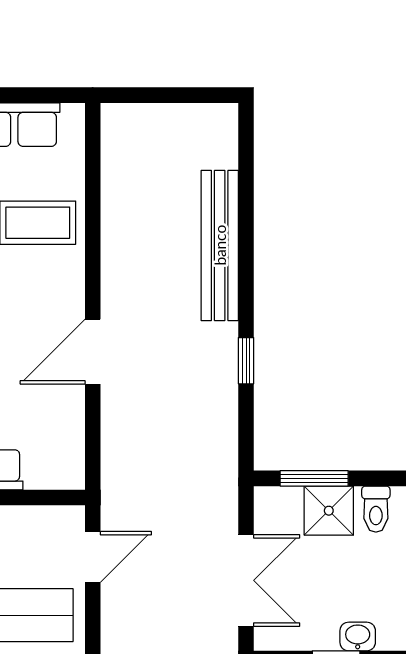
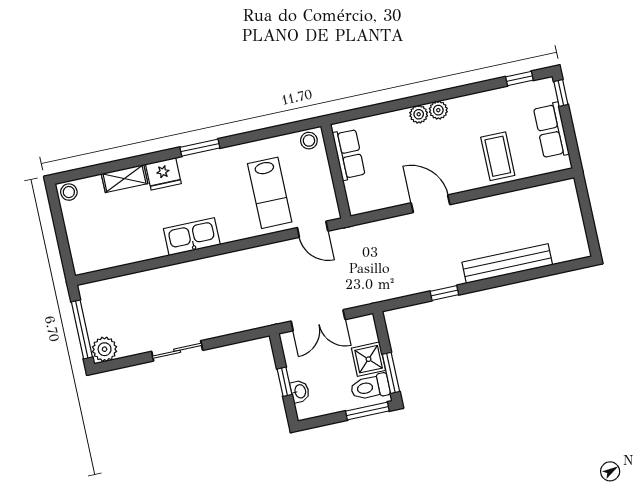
window: (314, 478) -> (391, 373), moved
toilet: (376, 509) -> (370, 387), width x1.37, depth x1.39

